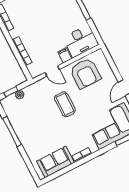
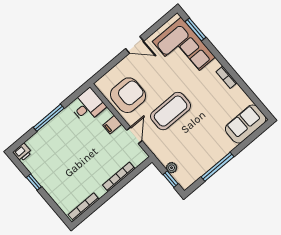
desk: (81, 41) -> (88, 106), width x0.73
coffee table: (65, 104) -> (171, 111), width x1.36, depth x1.32
sofa: (55, 162) -> (246, 124), moved, turned 90

